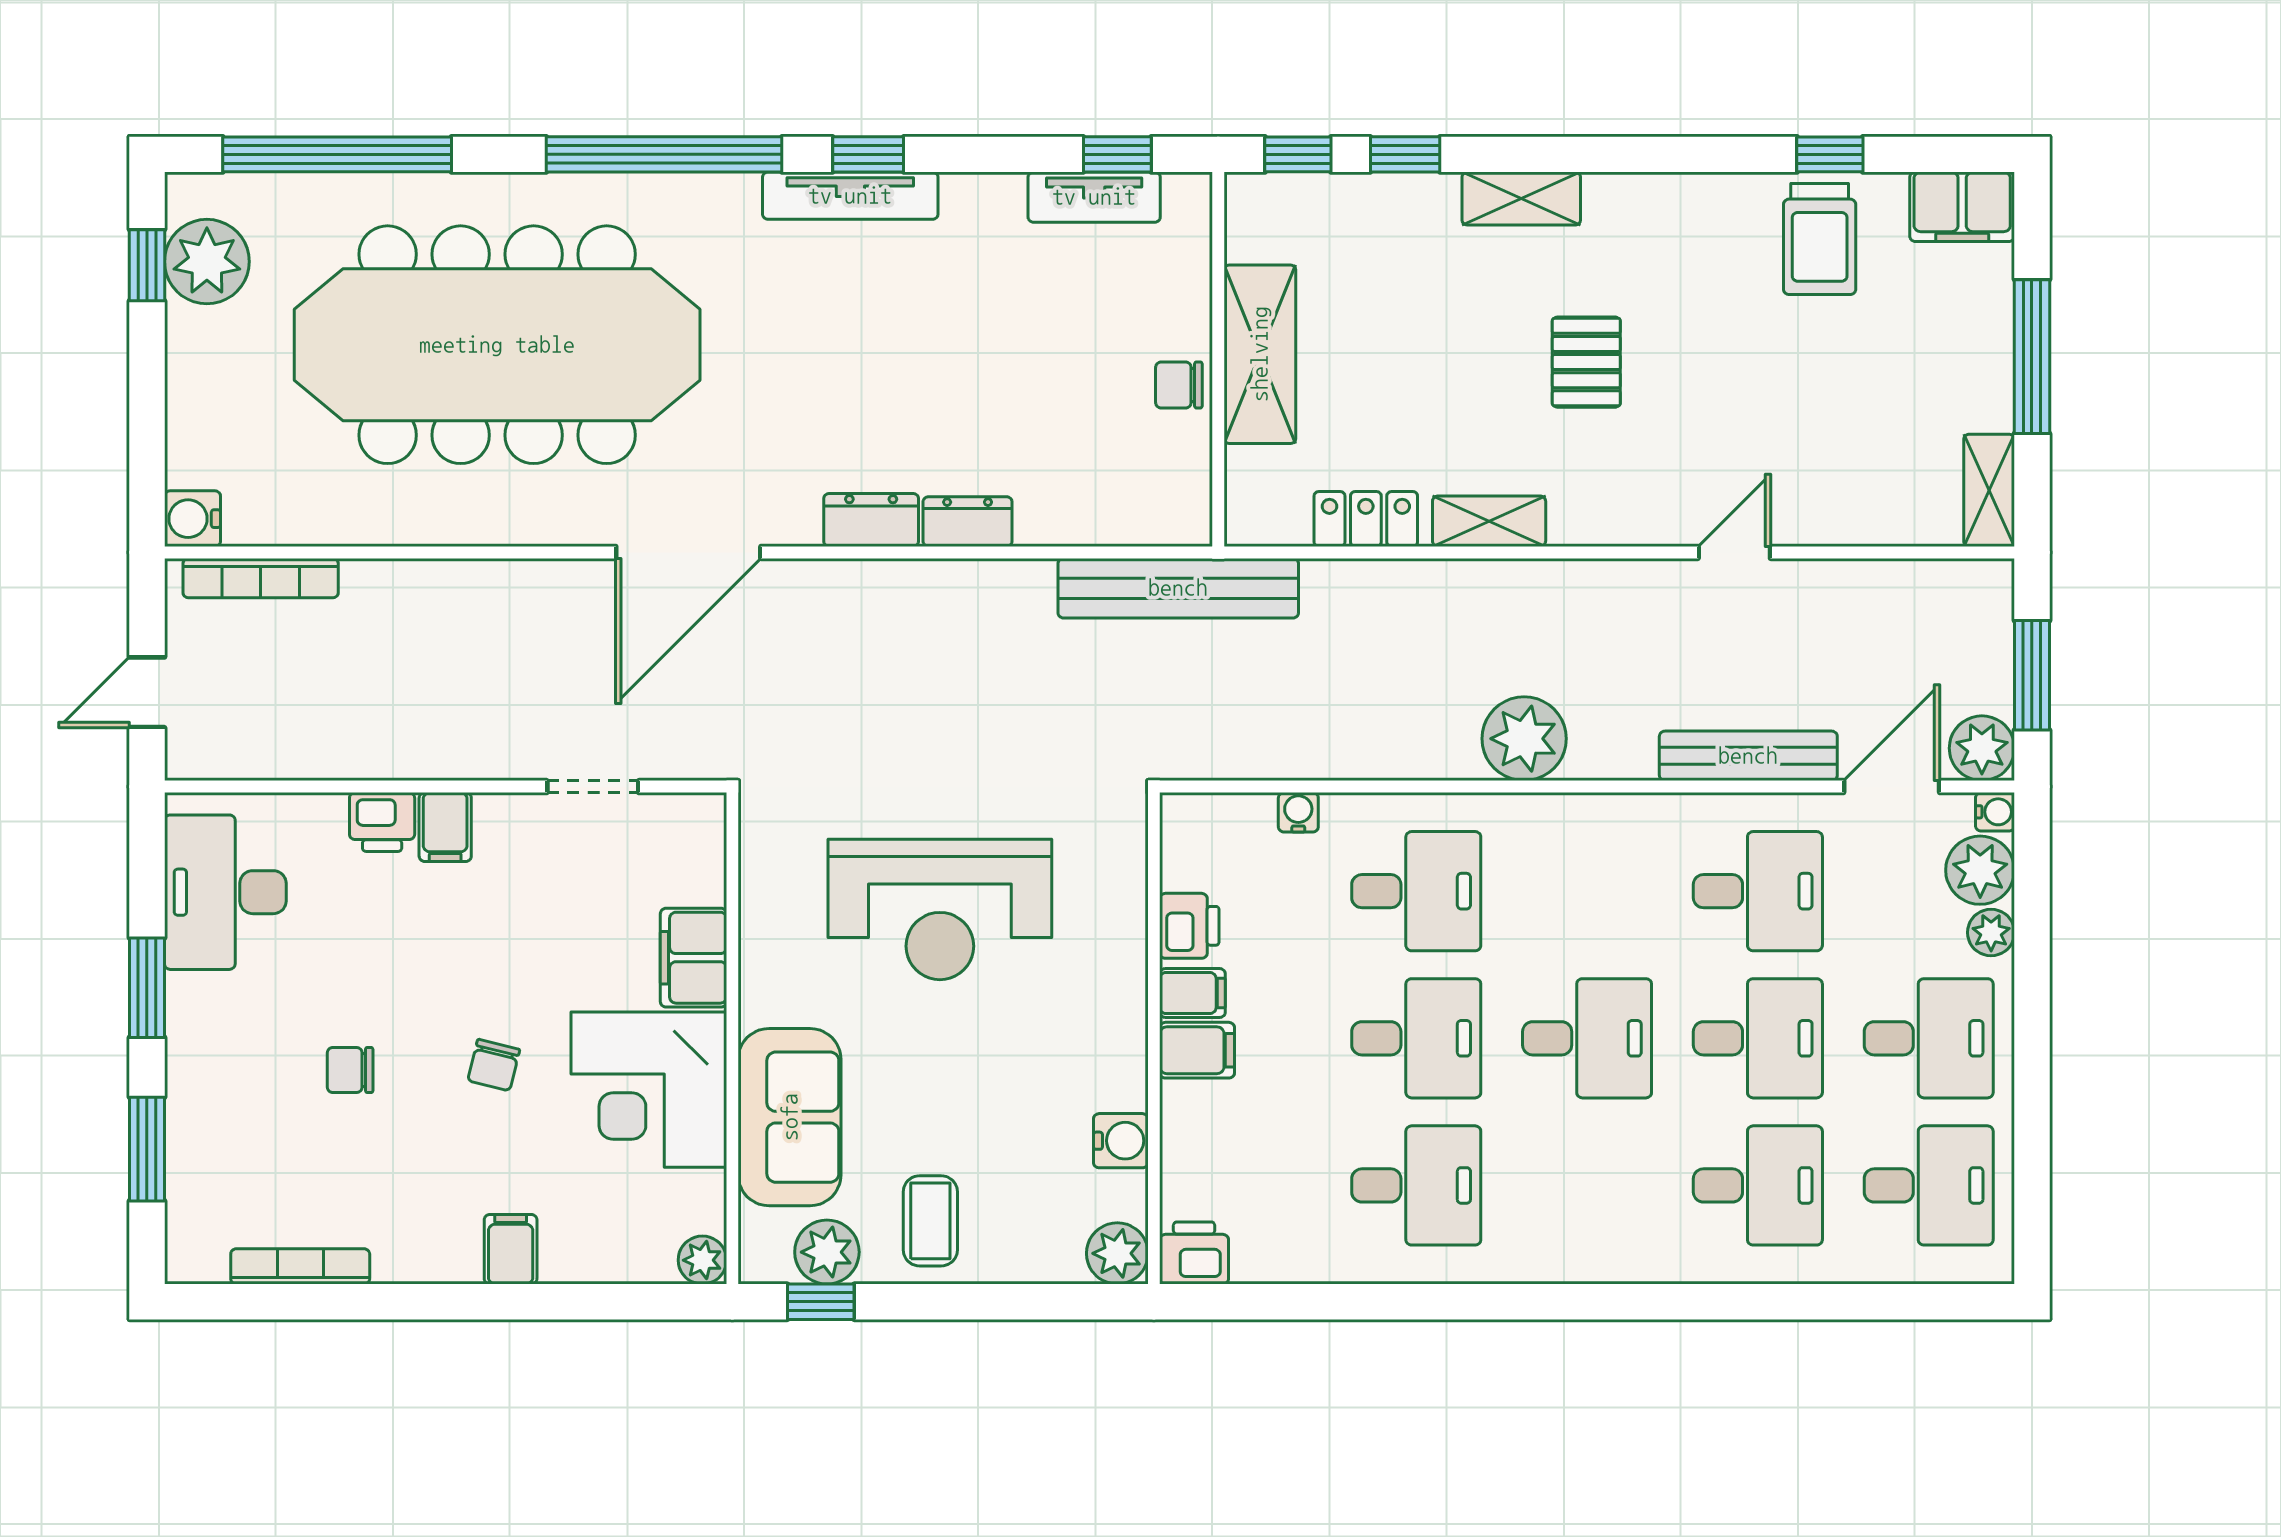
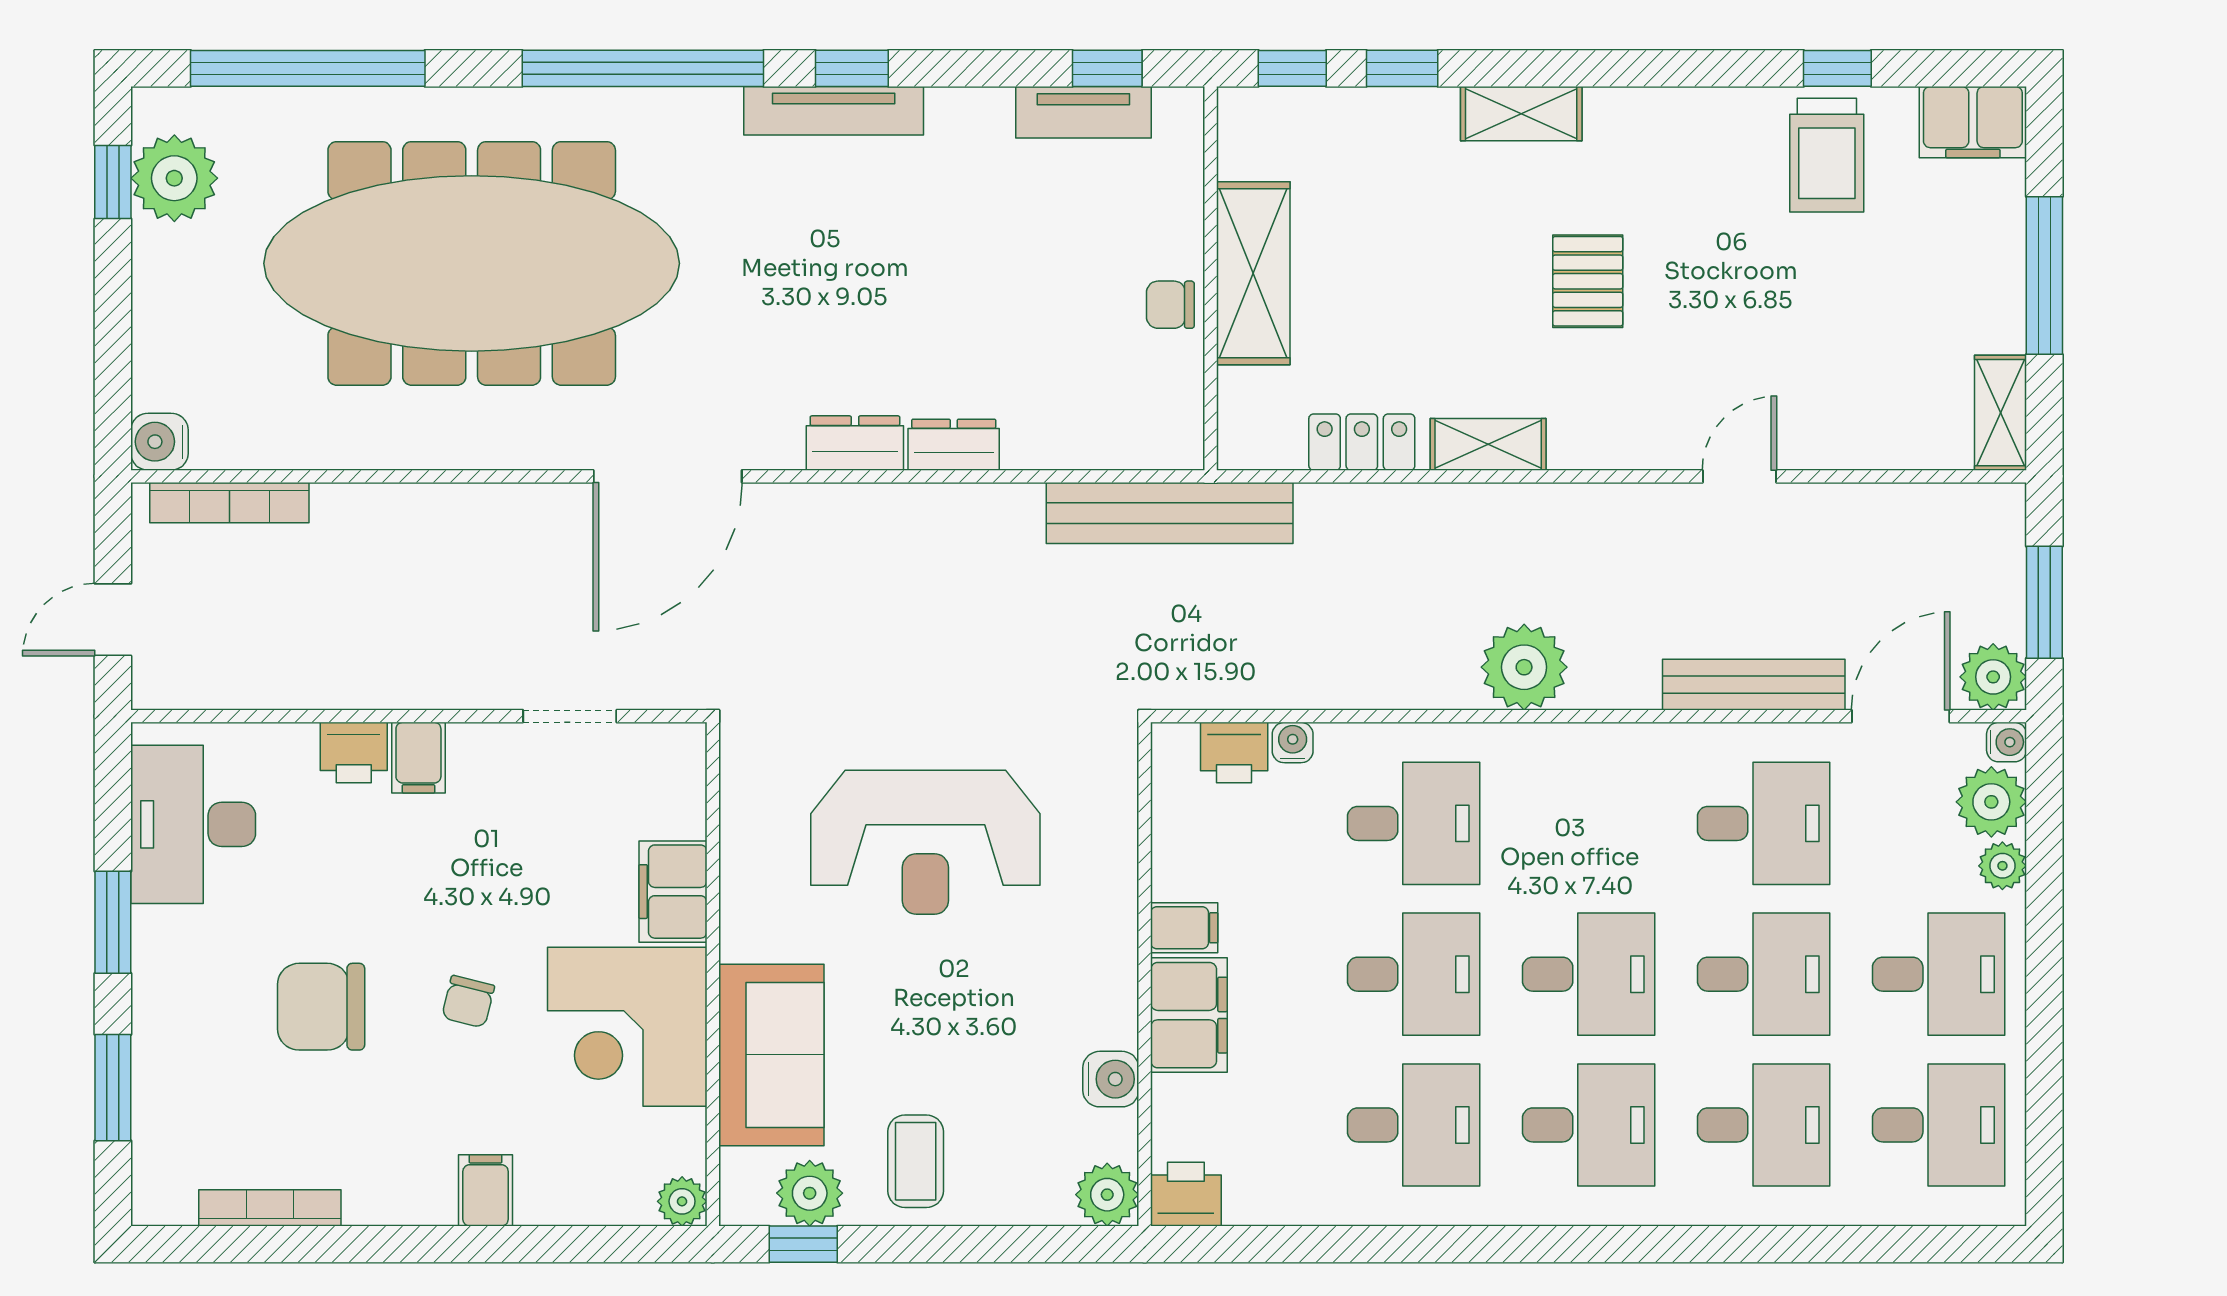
printer: (1189, 926) -> (1234, 753), moved, turned 90
filing cabinet: (1197, 1050) -> (1189, 1015), width x2.00
chair: (350, 1070) -> (321, 1007), width x1.87, depth x1.87
desk: (1587, 1185) -> (1589, 1125), added

